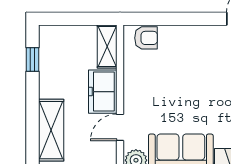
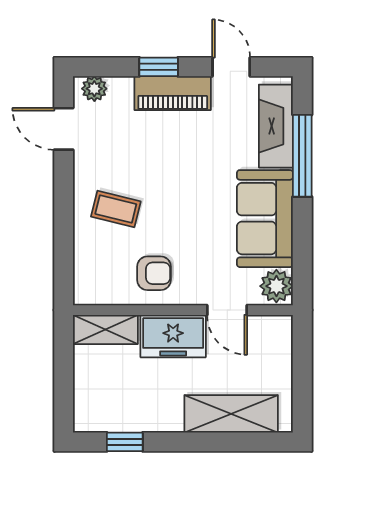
armchair: (146, 38) -> (154, 273), moved, turned 90
coffee table: (187, 54) -> (116, 209), added

